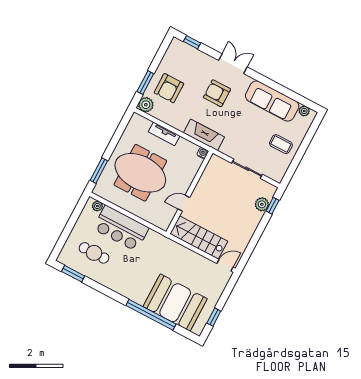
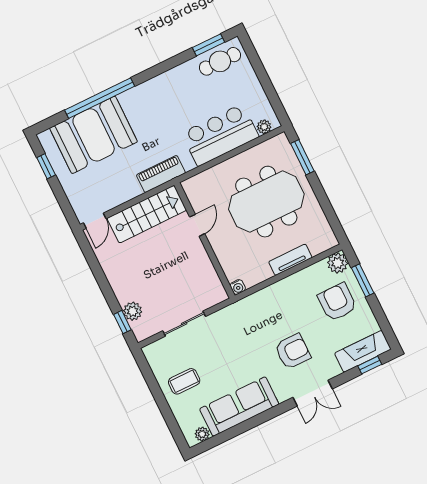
fireplace: (204, 135) -> (363, 351), moved, turned 180
piano: (169, 246) -> (161, 174), added
cafe table: (94, 253) -> (220, 61), moved

